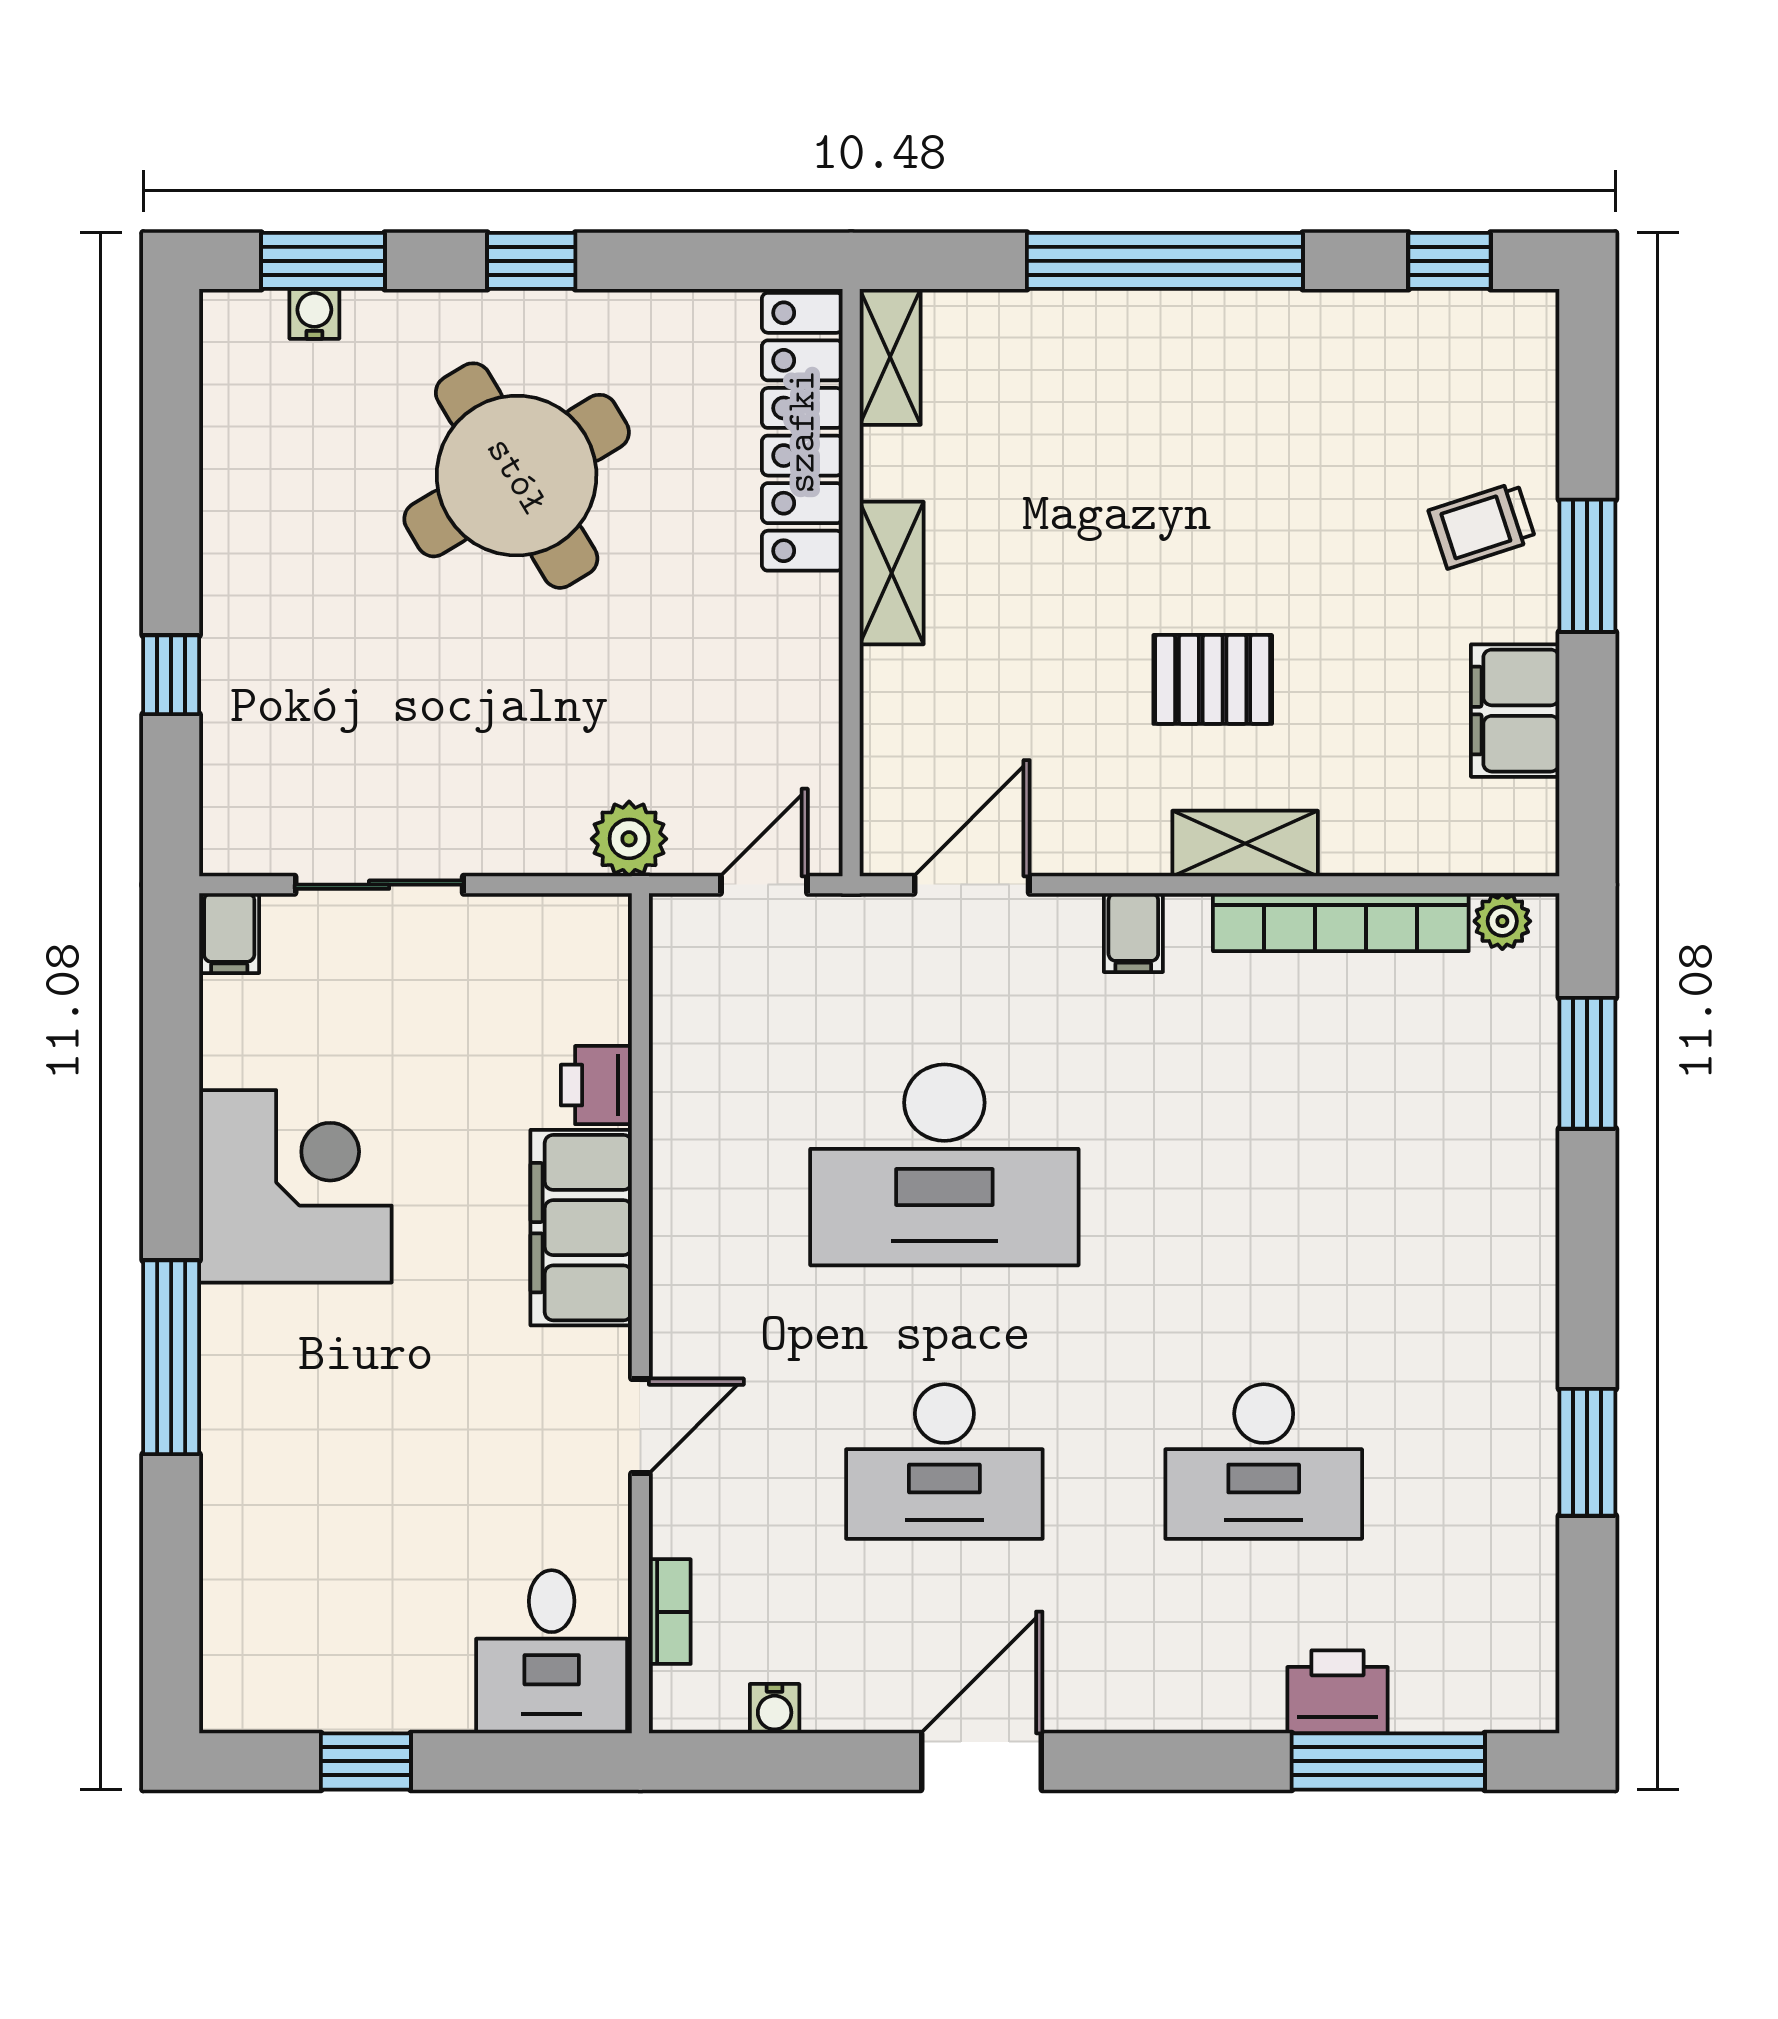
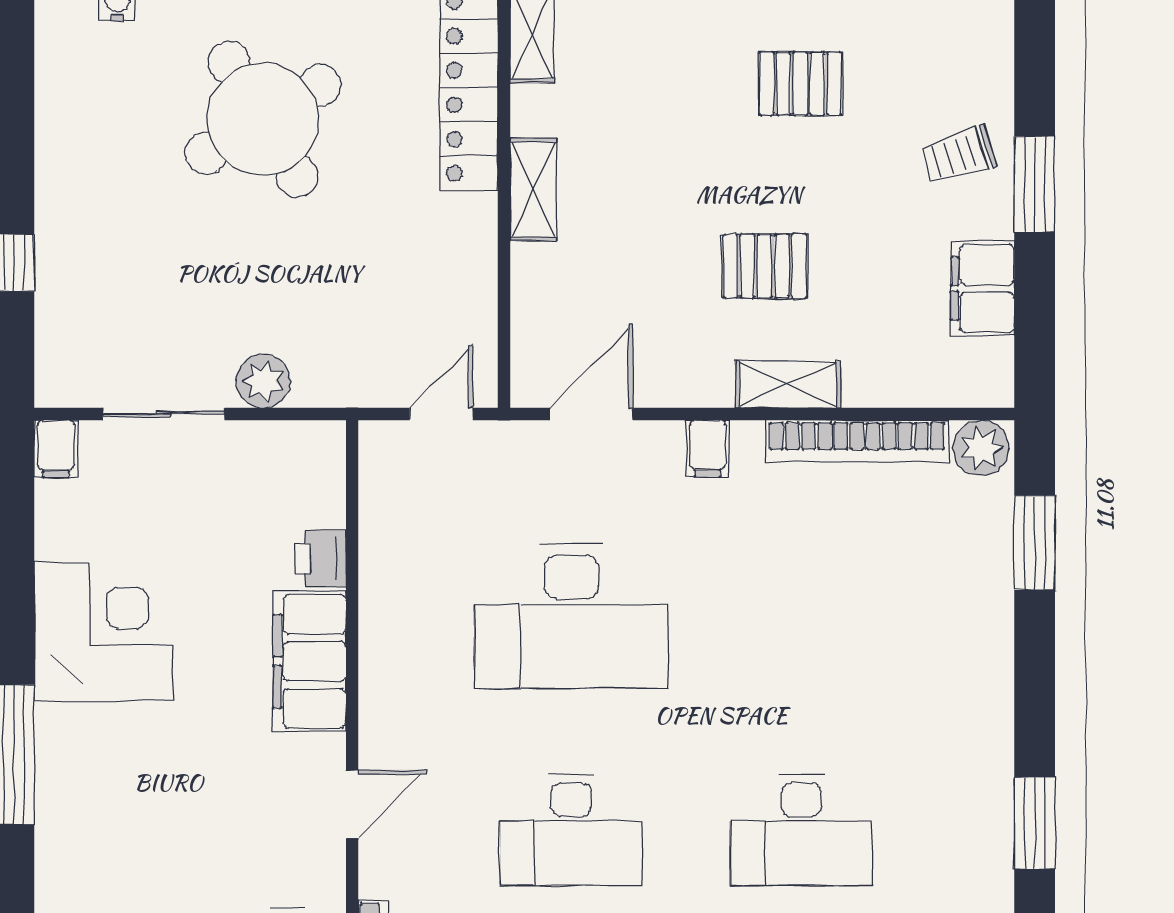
pallet: (1262, 426) -> (800, 84), added
plant: (629, 839) -> (263, 381), moved
plant: (1502, 921) -> (981, 448), width x1.38, depth x1.38

